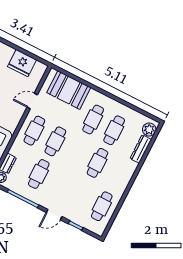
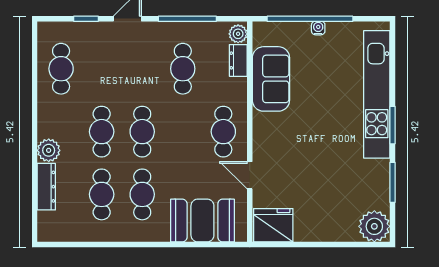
fridge: (22, 63) -> (273, 225), moved
door: (32, 101) -> (250, 175), swing flipped
plant: (149, 130) -> (49, 150), moved
cafe table: (55, 141) -> (142, 132), moved

